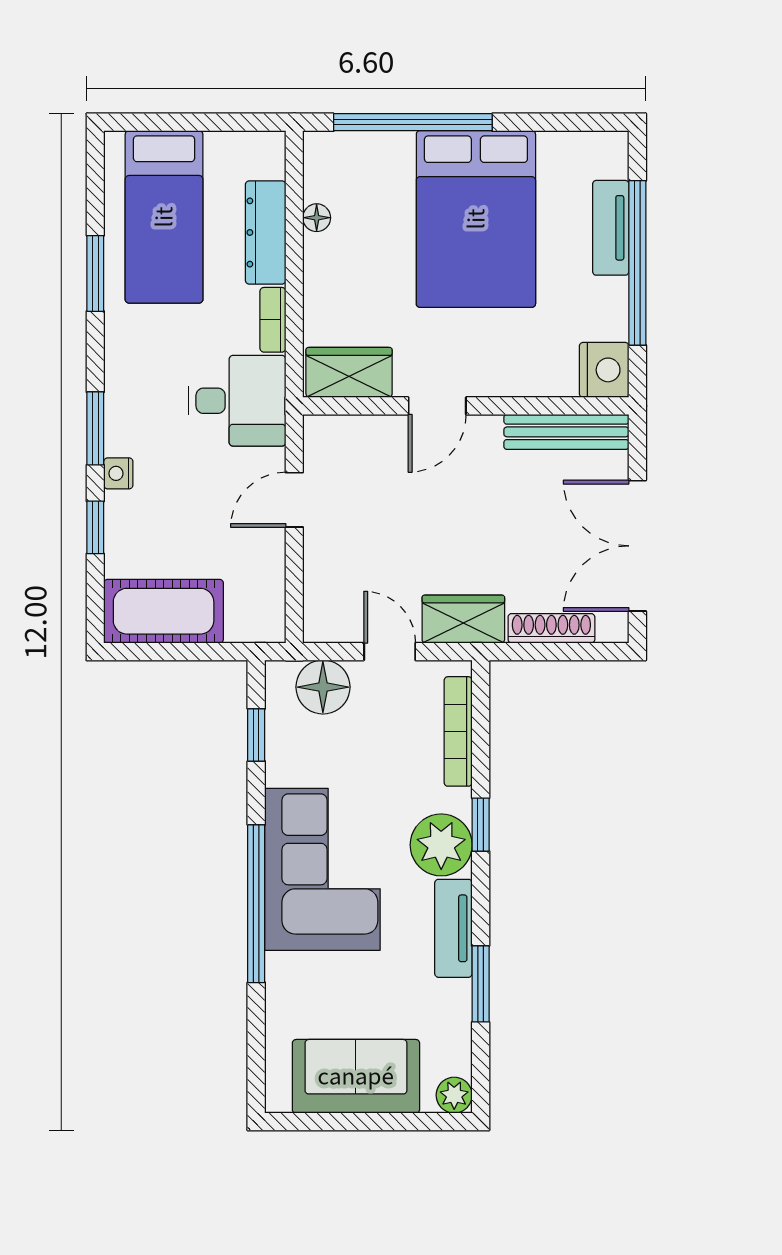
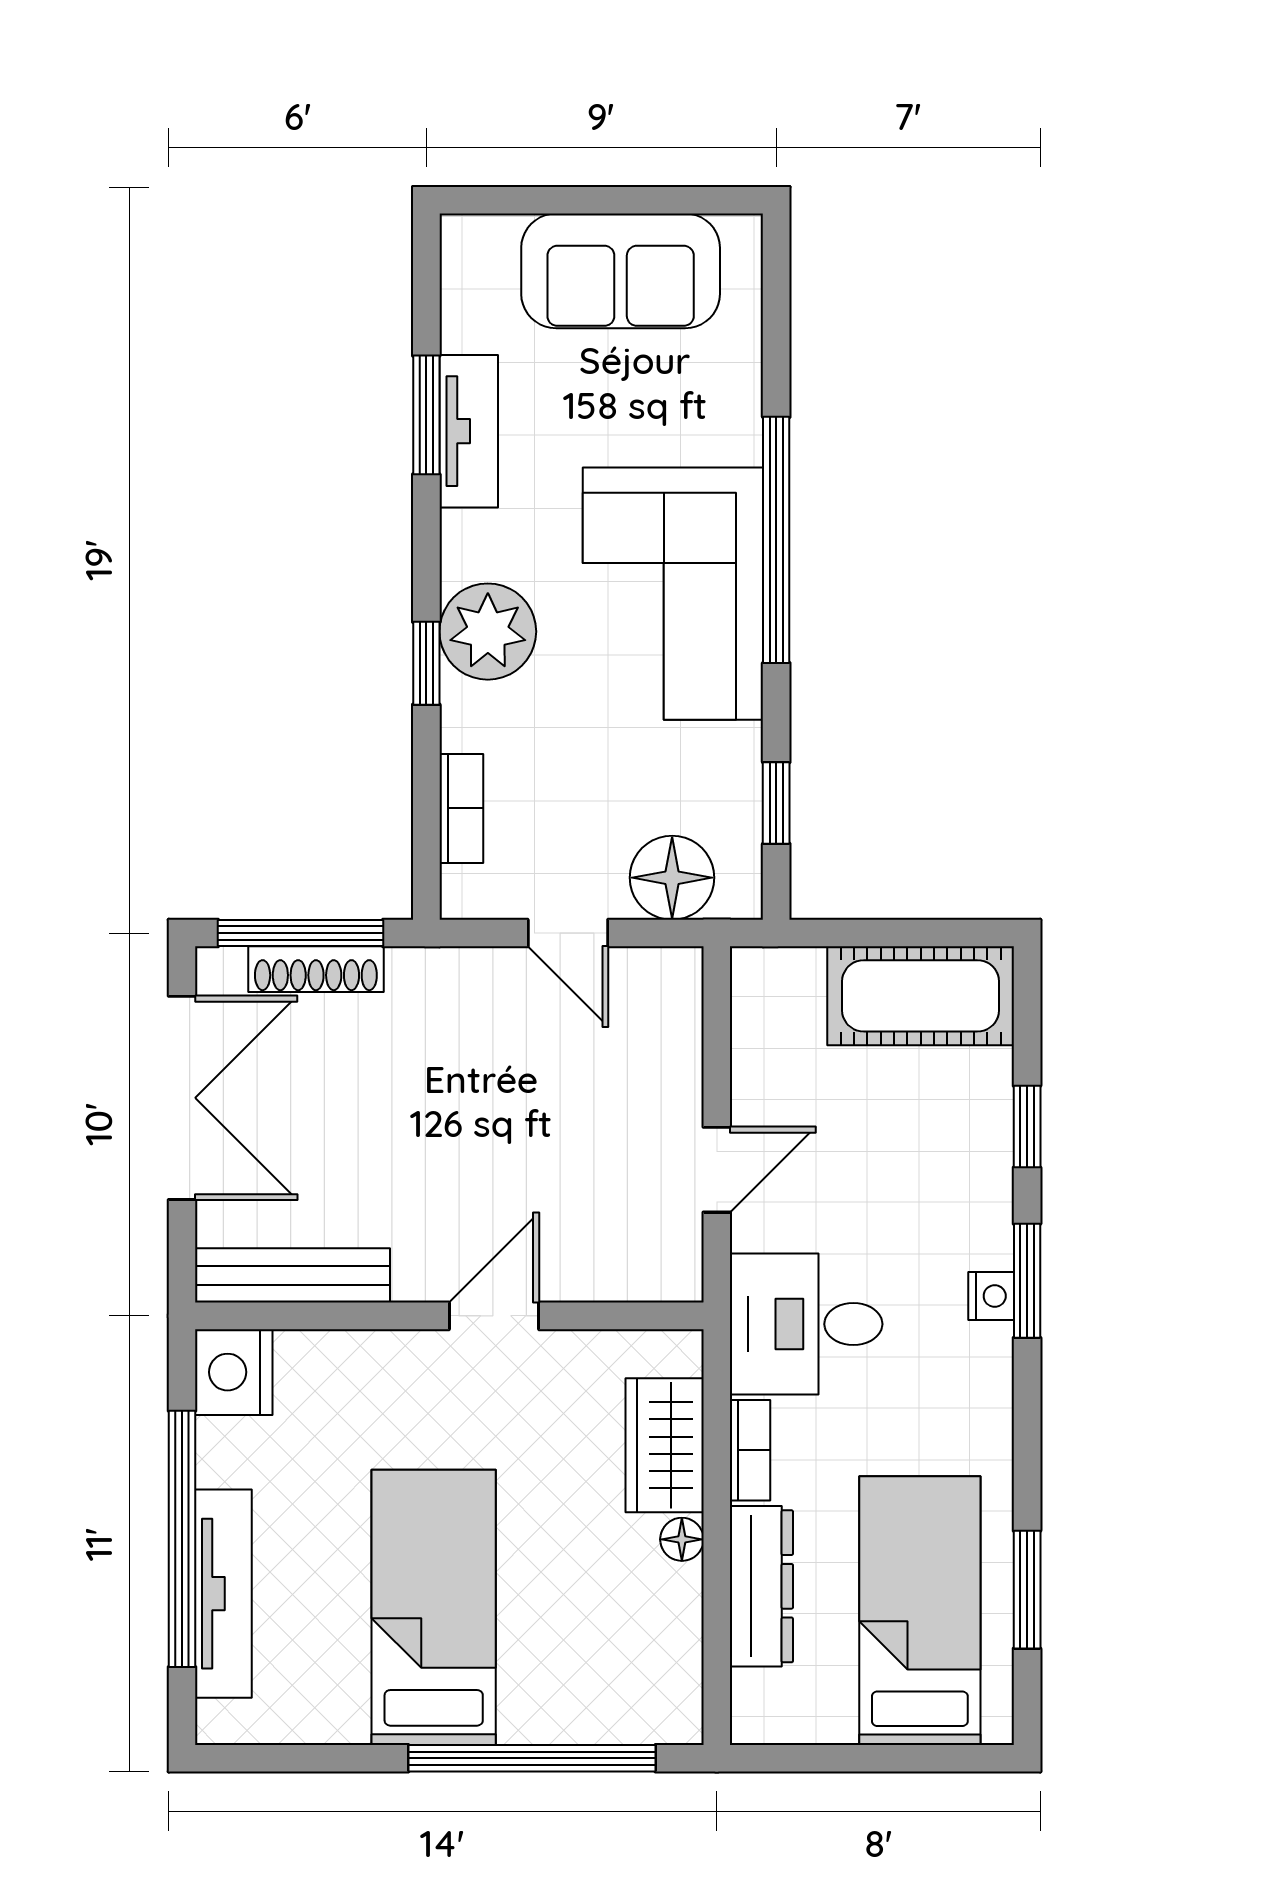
floor lamp: (317, 218) -> (682, 1539), moved
bed: (476, 219) -> (434, 1607), width x0.67
tv unit: (611, 228) -> (223, 1594), width x1.41
window: (95, 273) -> (1027, 1590), moved
wardrobe: (349, 372) -> (665, 1445), moved, turned 90
nightstand: (118, 473) -> (991, 1296), moved
wardrobe: (463, 619) -> (453, 984), removed
window: (561, 652) -> (300, 933), added
bookcase: (458, 731) -> (461, 808), width x0.64
tv unit: (453, 928) -> (469, 431), moved
plant: (454, 1095) -> (467, 241), removed

